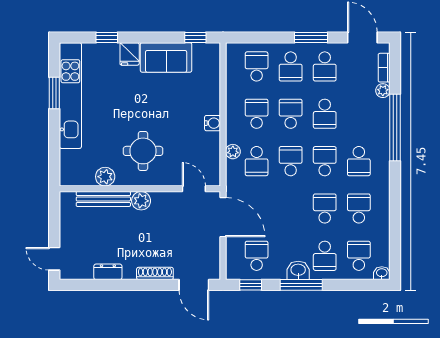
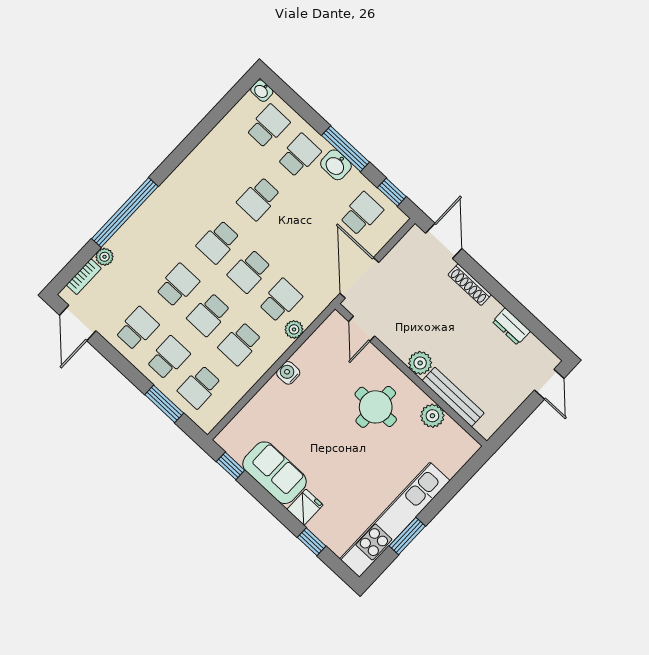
window: (311, 37) -> (164, 404), moved
school desk: (359, 161) -> (187, 213), removed
school desk: (359, 208) -> (227, 169), removed
school desk: (257, 256) -> (362, 214), turned 180
school desk: (359, 256) -> (268, 126), turned 180

